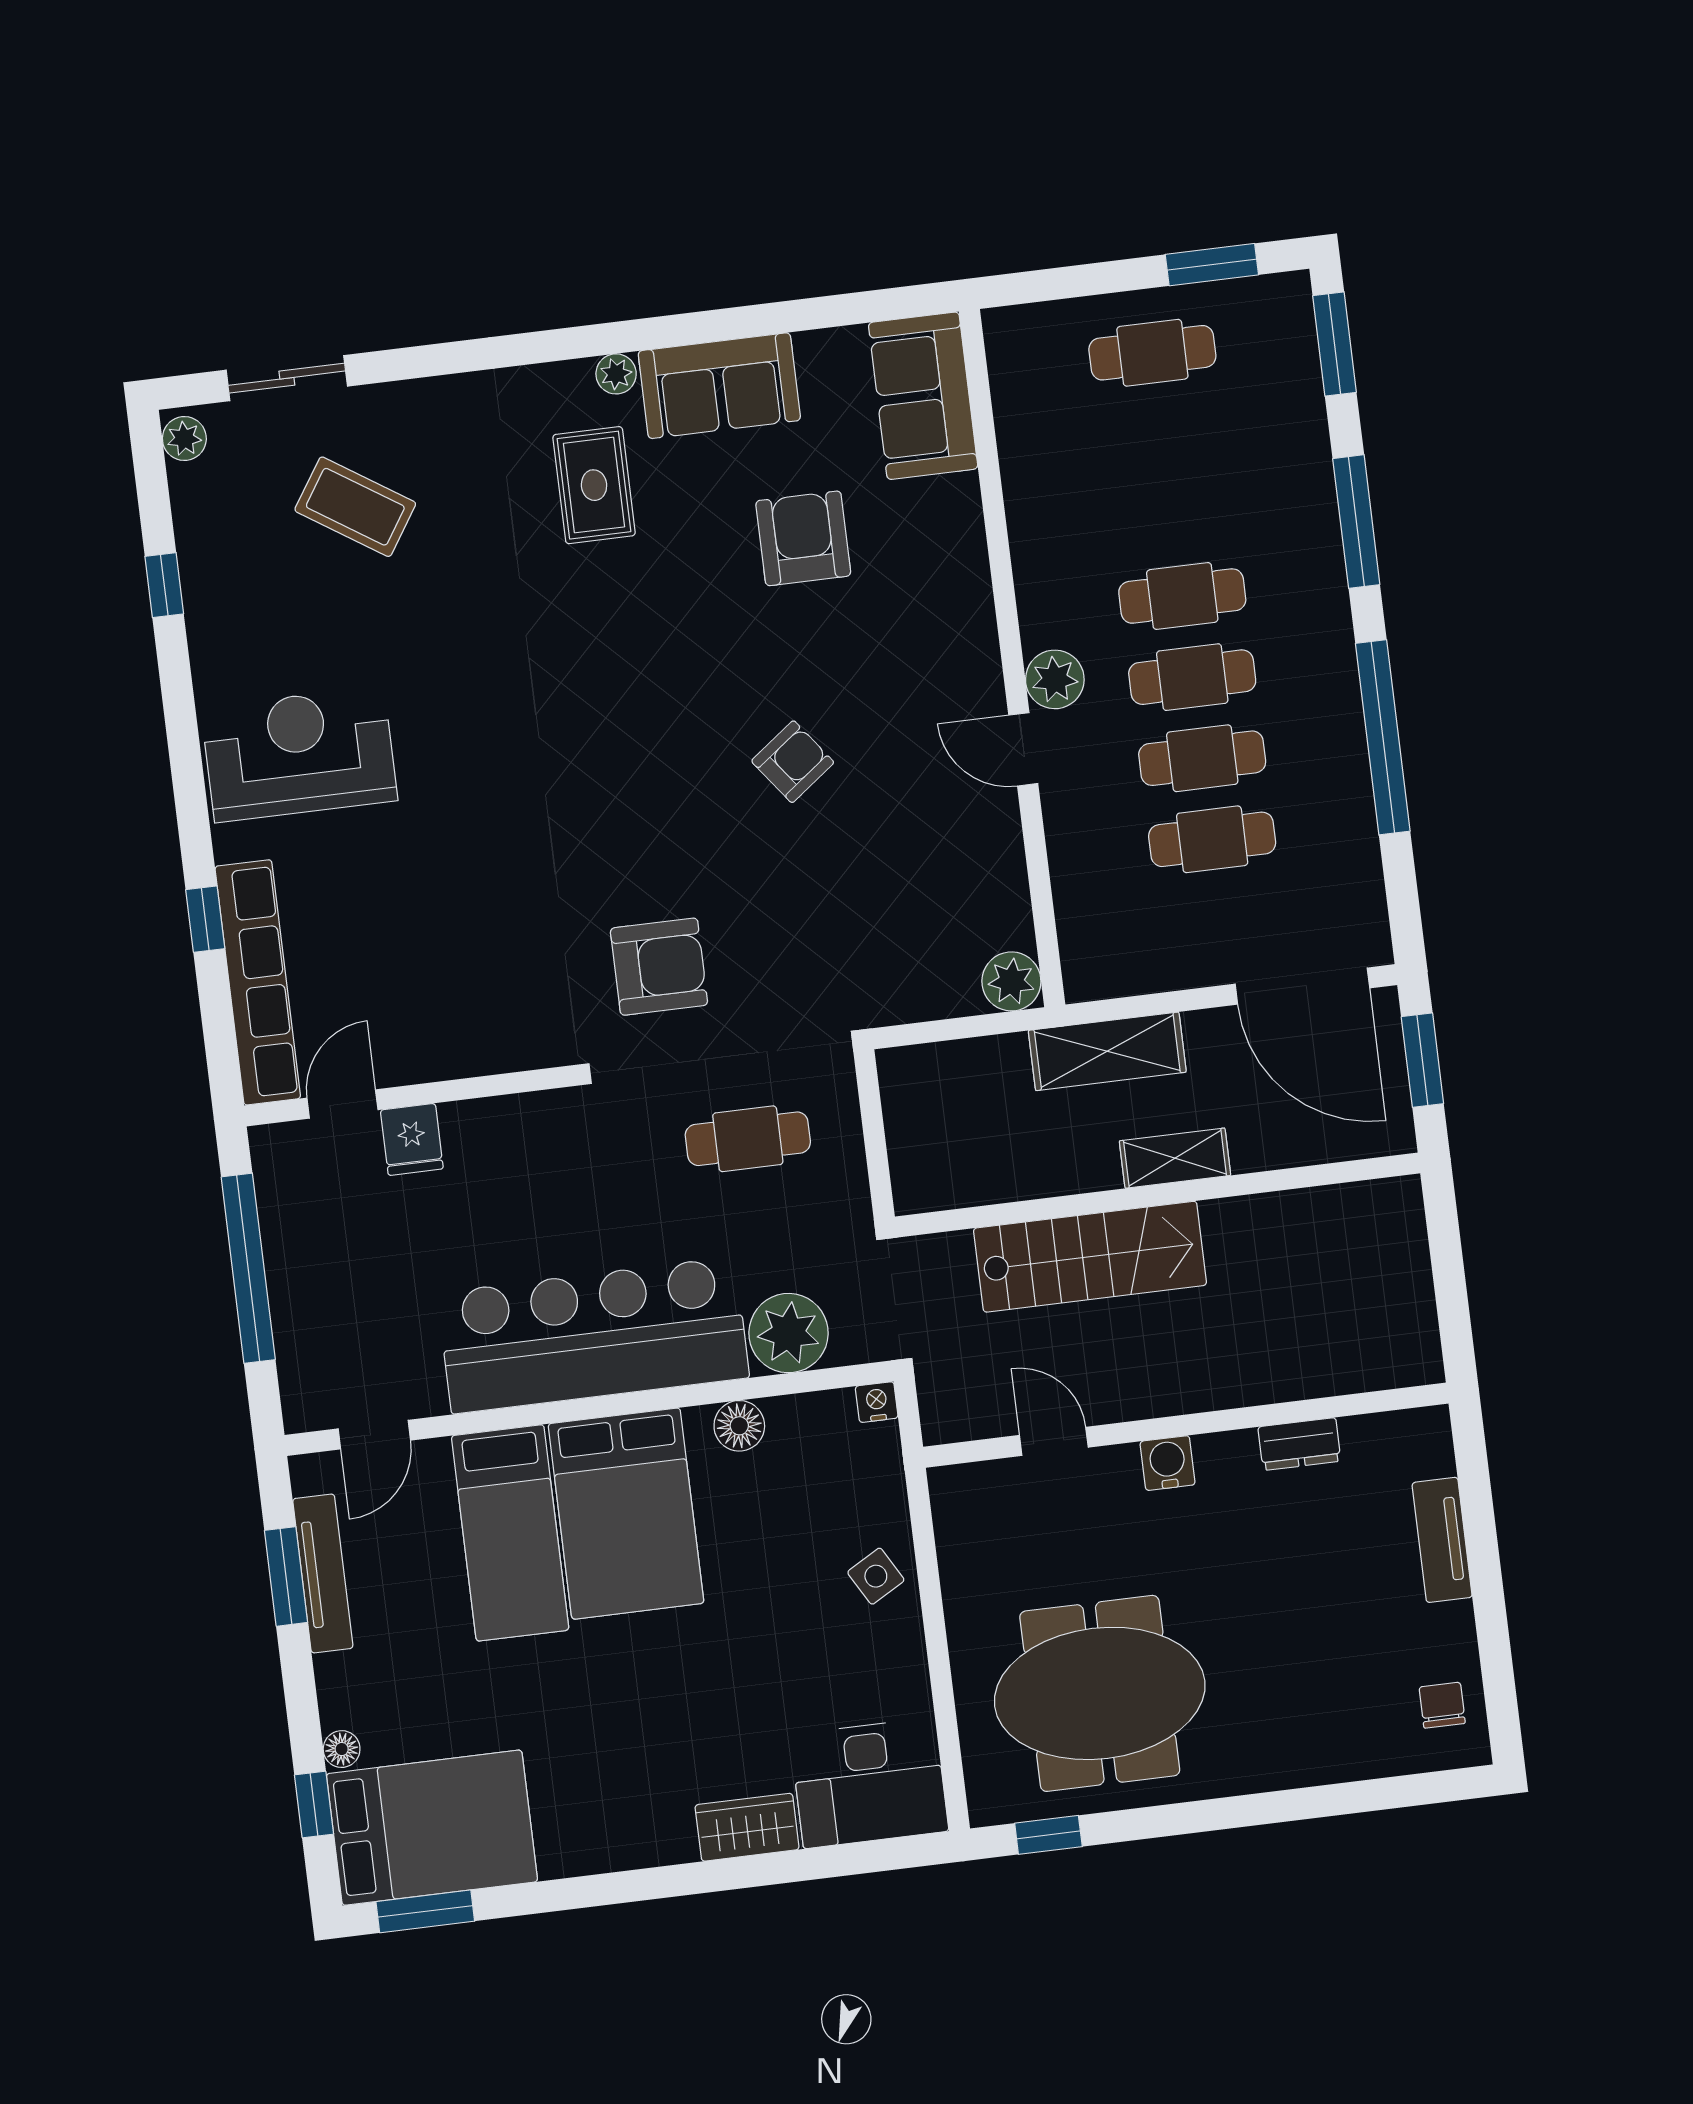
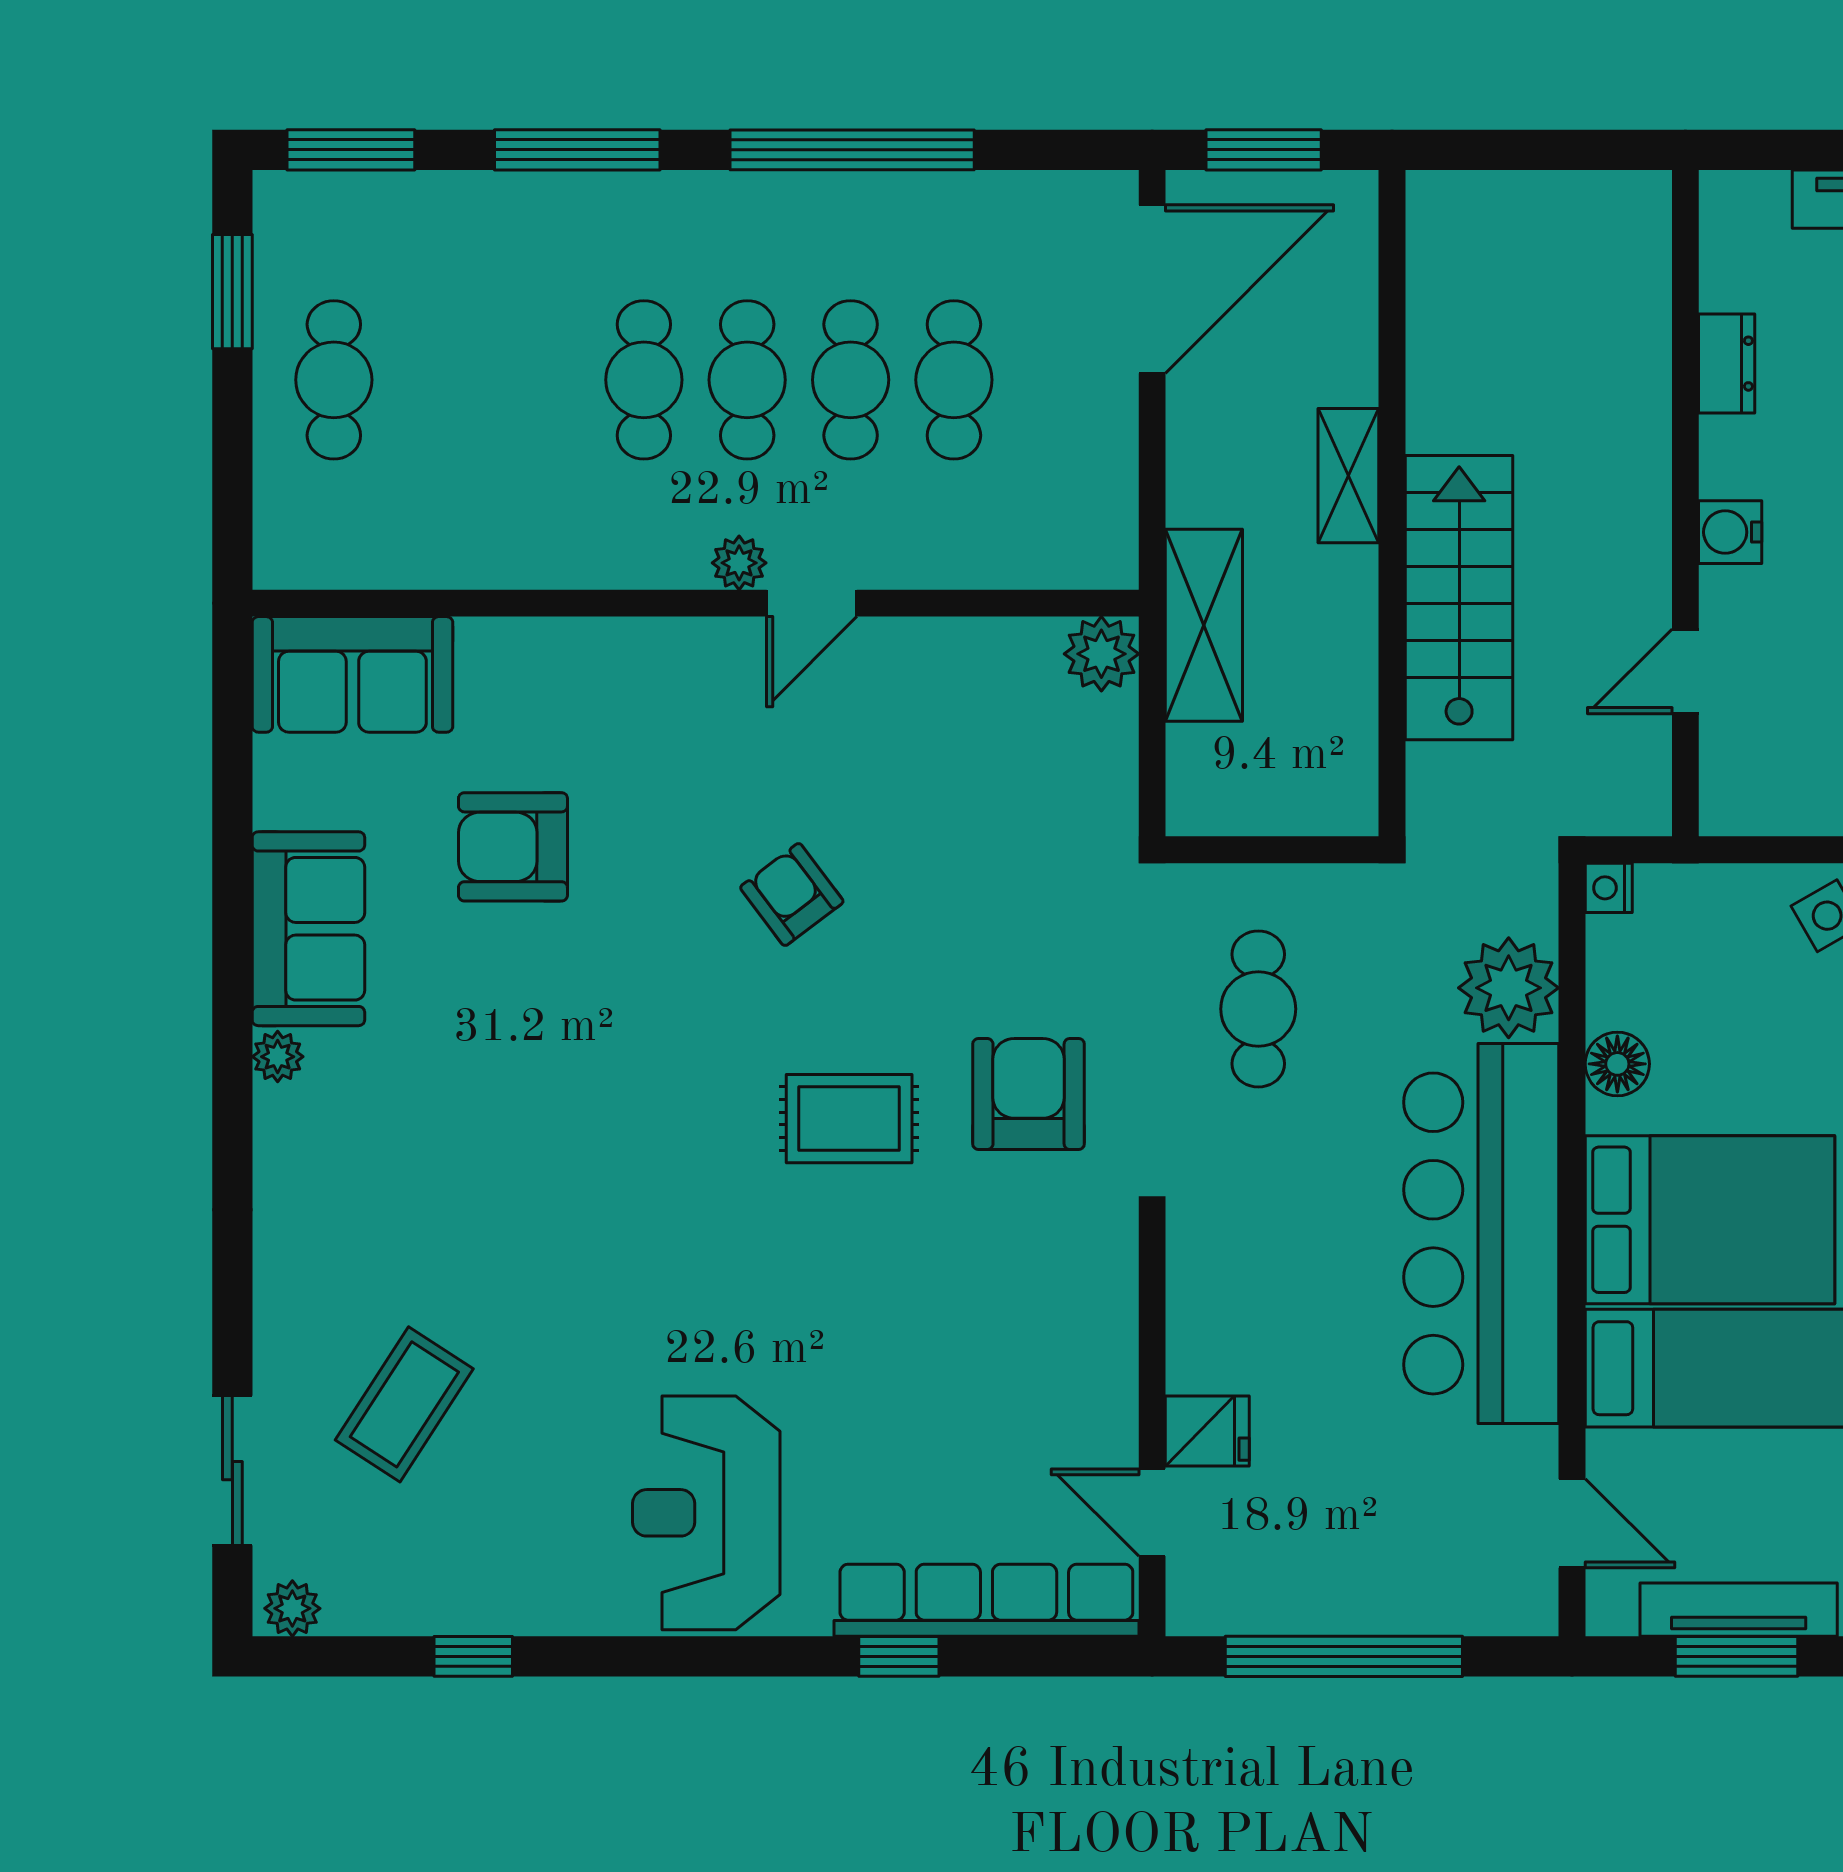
rug: (594, 485) -> (849, 1119), moved
plant: (1055, 679) -> (739, 563), width x0.73, depth x0.73
shelving: (1107, 1051) -> (1204, 625), moved

